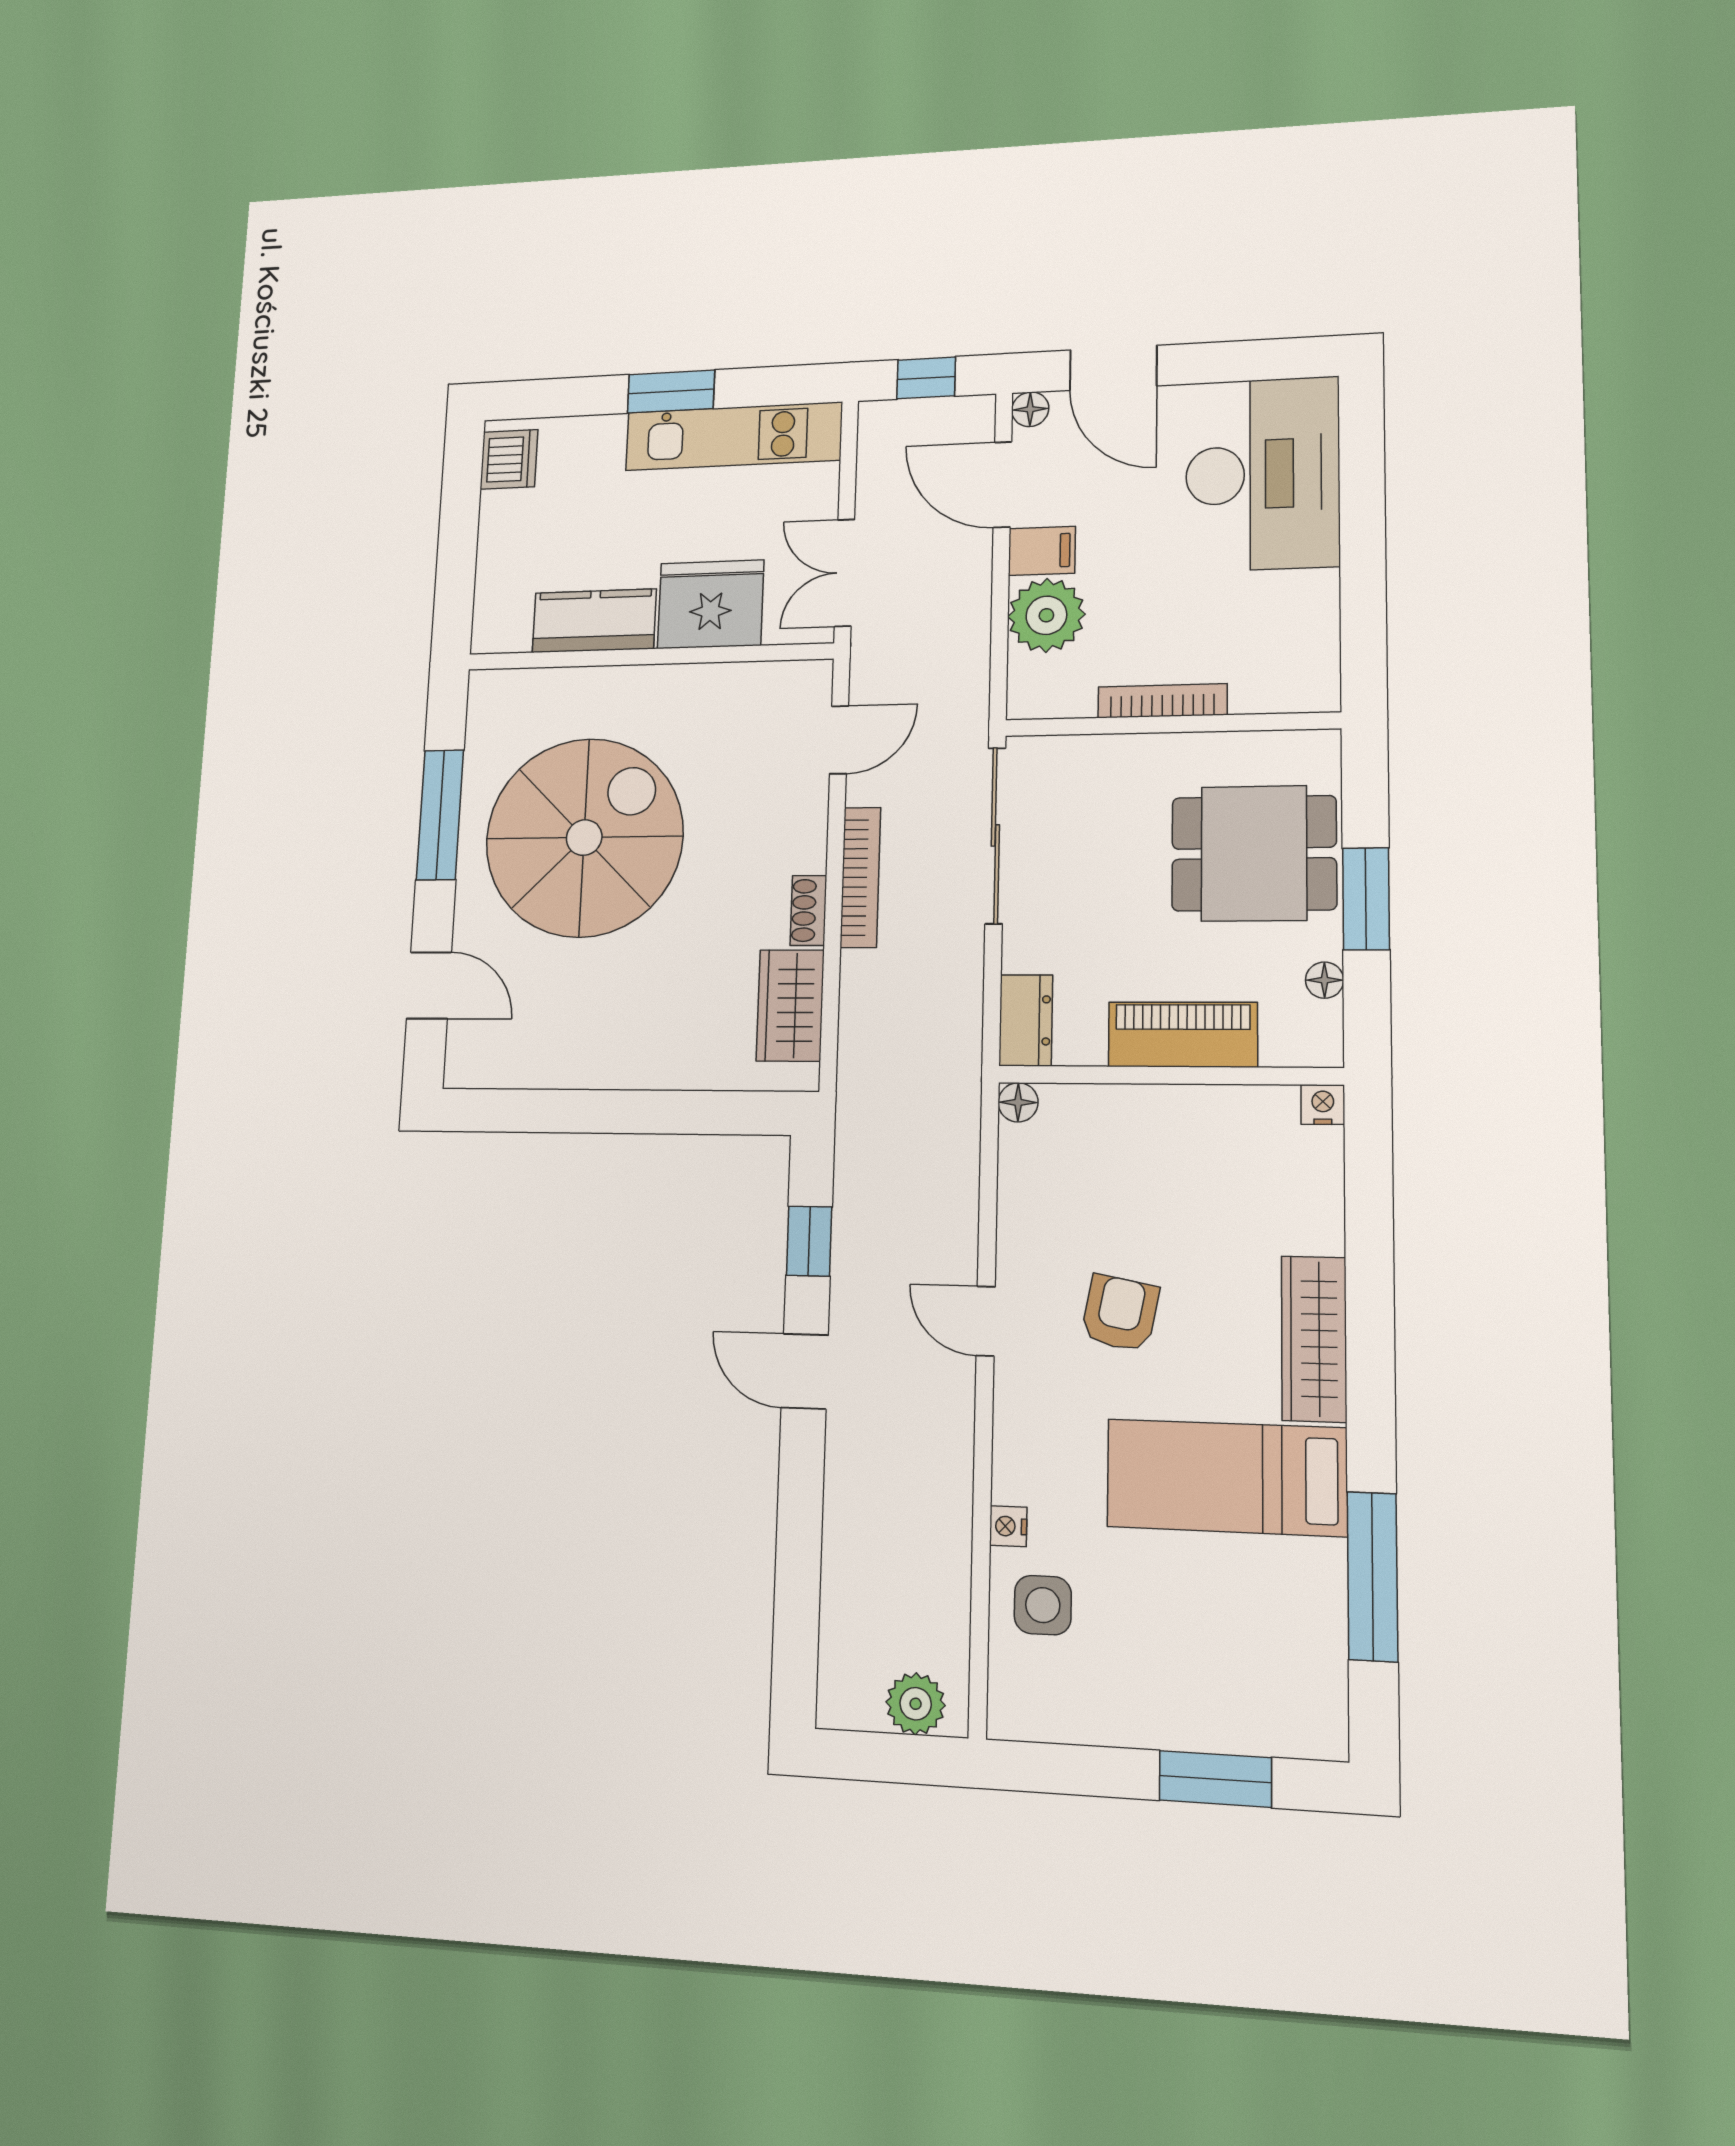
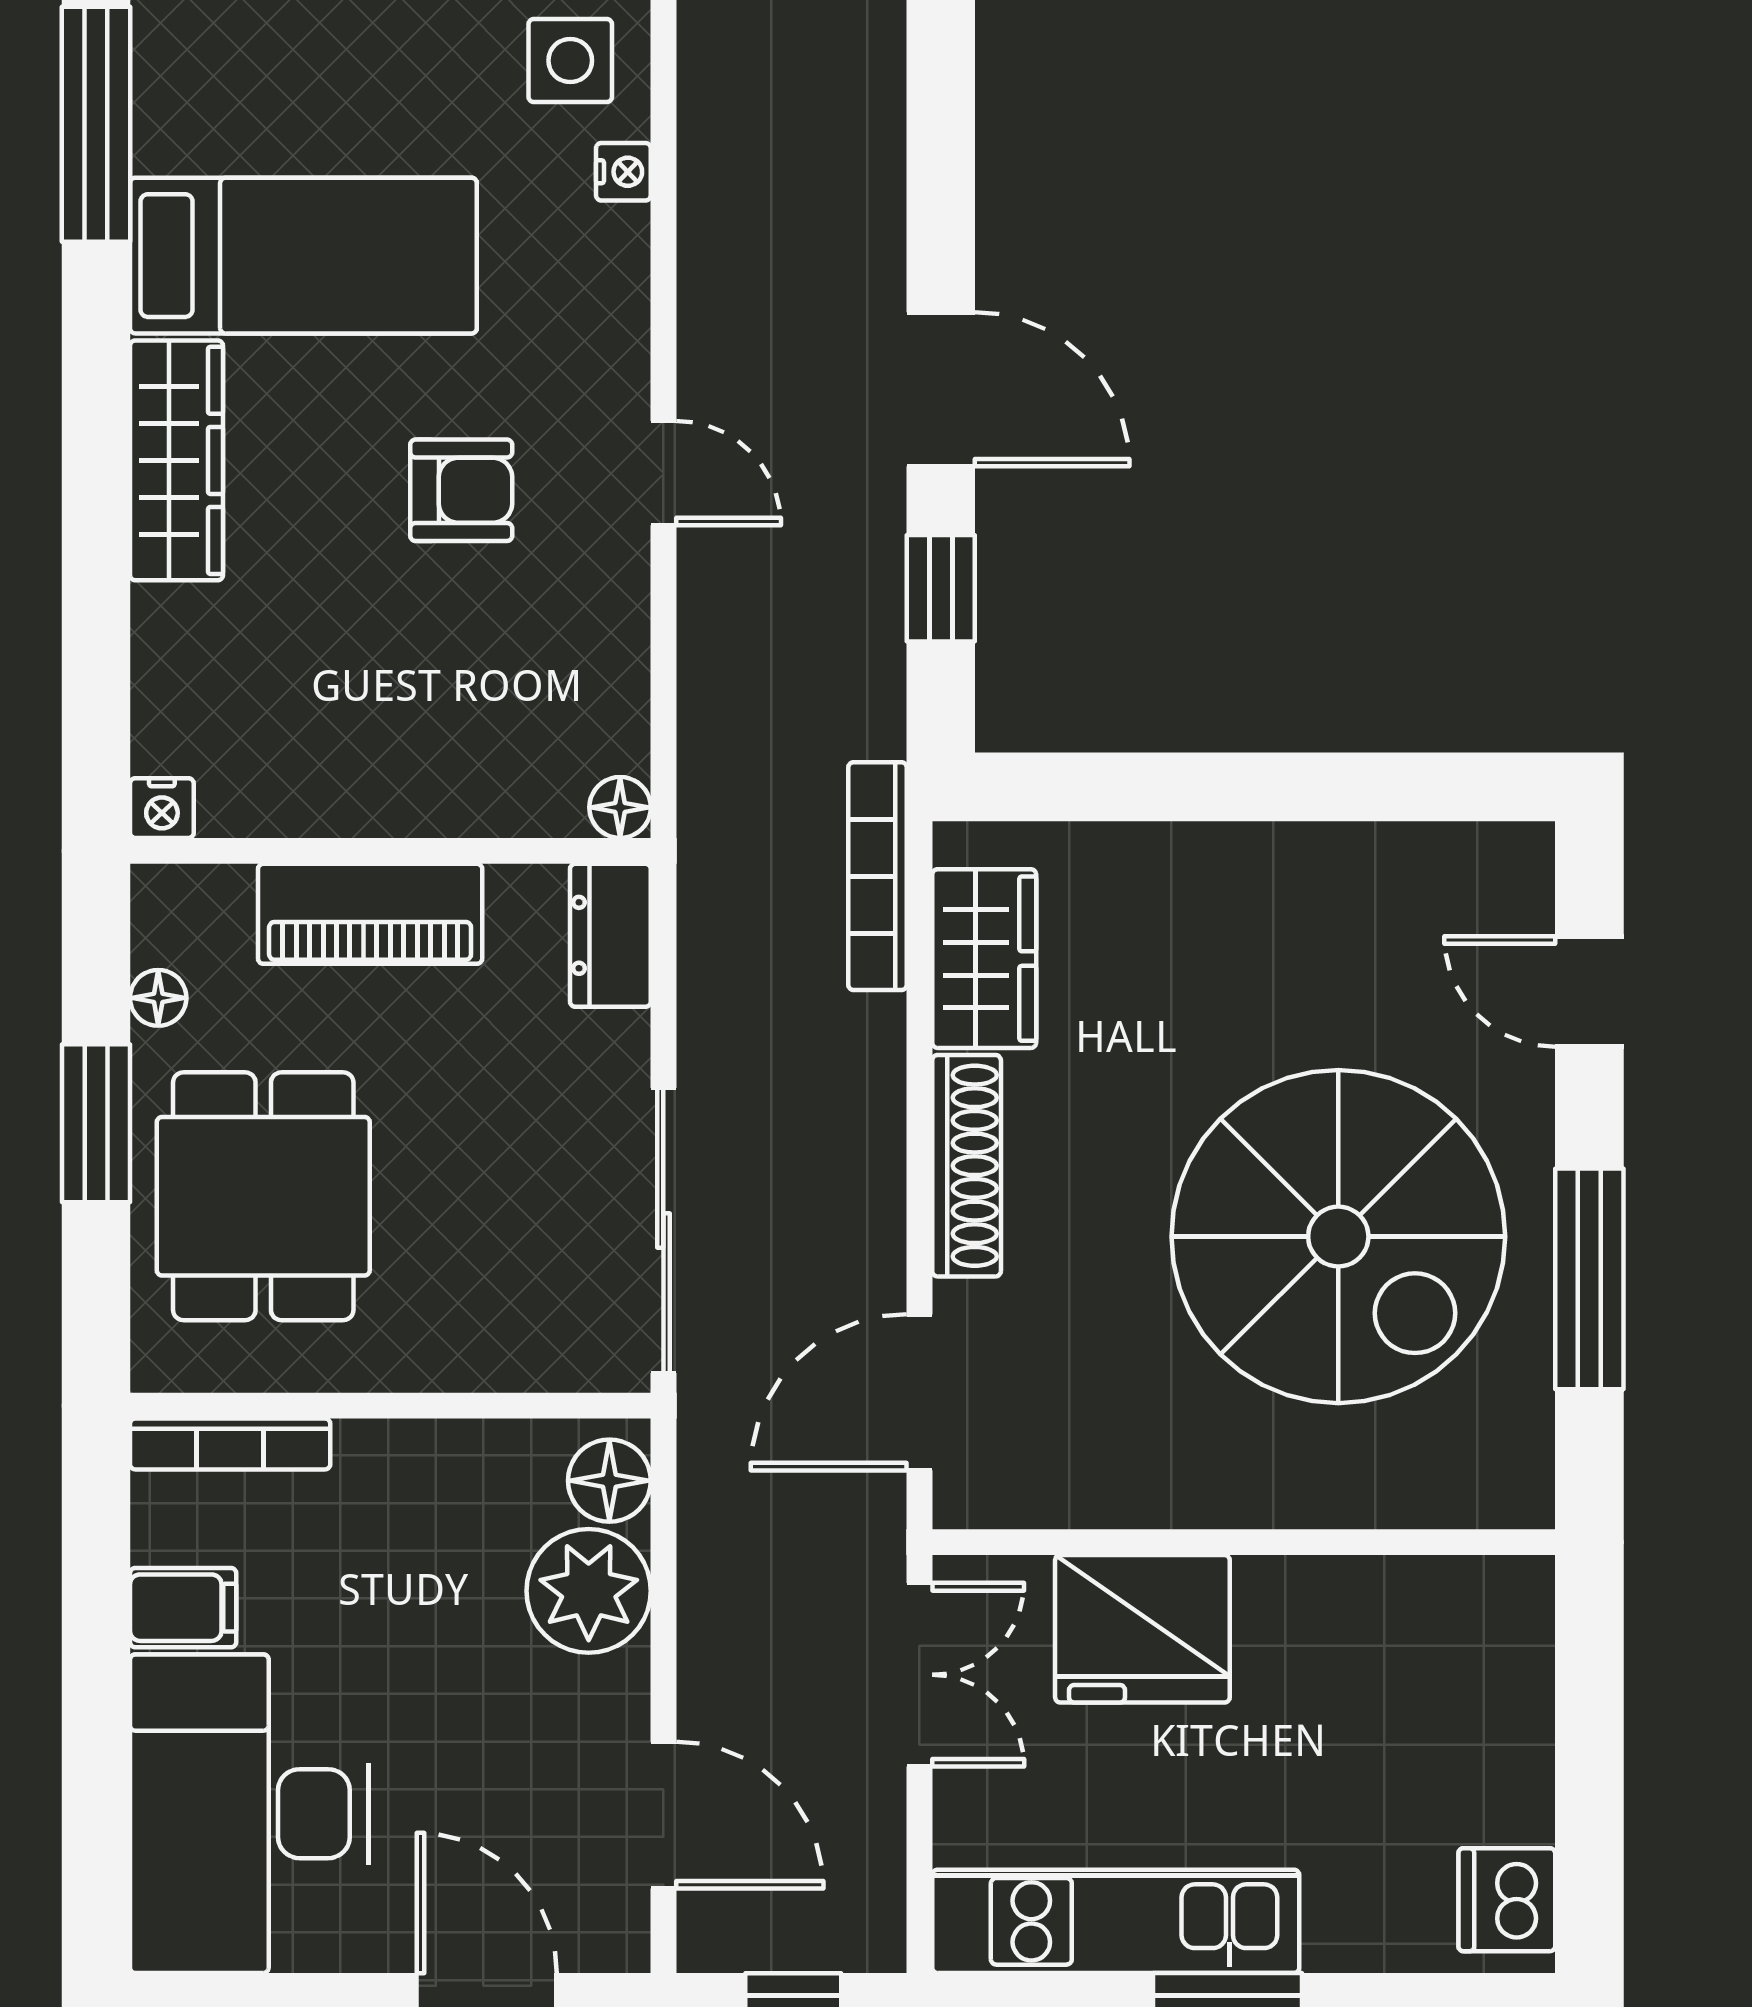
floor lamp: (1030, 409) -> (609, 1481), moved, width x1.37, depth x1.37
filing cabinet: (1042, 551) -> (183, 1608), moved, turned 180
kitchen counter: (594, 621) -> (1341, 1607), removed
bookcase: (1162, 701) -> (230, 1444), moved
door: (839, 740) -> (919, 1392), width x1.38
spiral stairs: (584, 838) -> (1338, 1237), turned -90
dining table: (1254, 853) -> (263, 1196), turned 90
bookcase: (860, 877) -> (878, 876), moved
shoe rack: (808, 910) -> (967, 1166), width x1.94, depth x1.24
armchair: (1120, 1313) -> (461, 490), turned -101
door: (805, 1371) -> (941, 389), width x1.38

